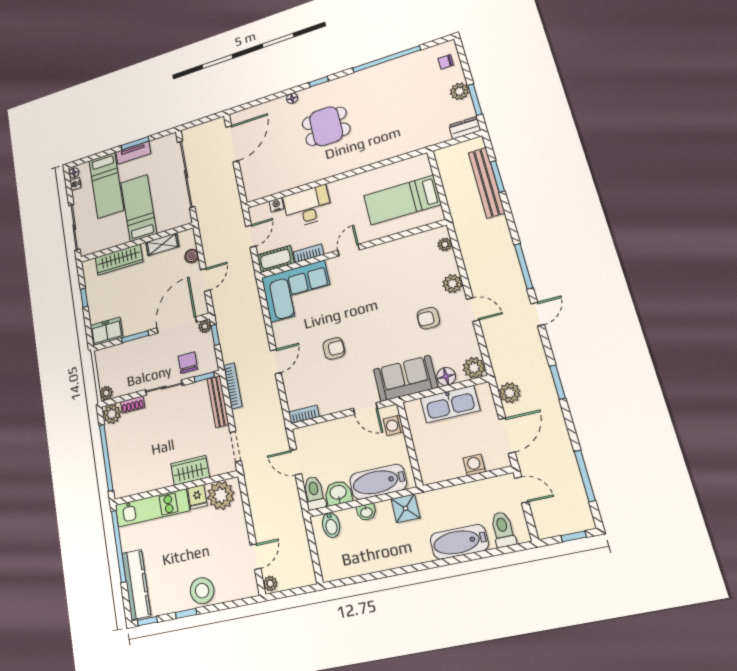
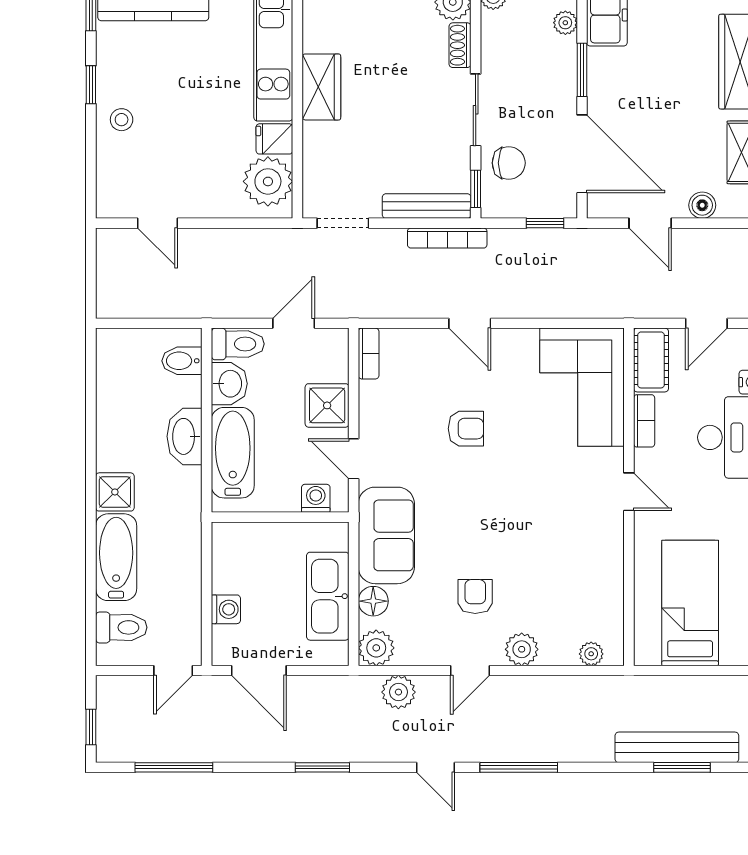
door: (251, 236) -> (706, 323), hinge flipped
plant: (205, 326) -> (565, 23), moved
armchair: (334, 348) -> (466, 429), turned -90
plant: (510, 393) -> (398, 692), moved
door: (365, 408) -> (354, 459), hinge flipped
shower: (338, 431) -> (327, 405), added
wardrobe: (190, 470) -> (321, 87), moved
shower: (405, 508) -> (115, 492), moved
washbasin: (366, 512) -> (185, 436), width x1.91, depth x1.45
plant: (270, 584) -> (111, 240), removed
stool: (202, 591) -> (122, 120), width x0.53, depth x0.53

